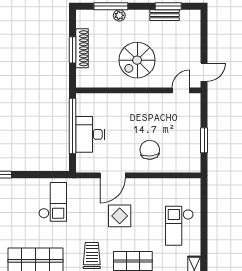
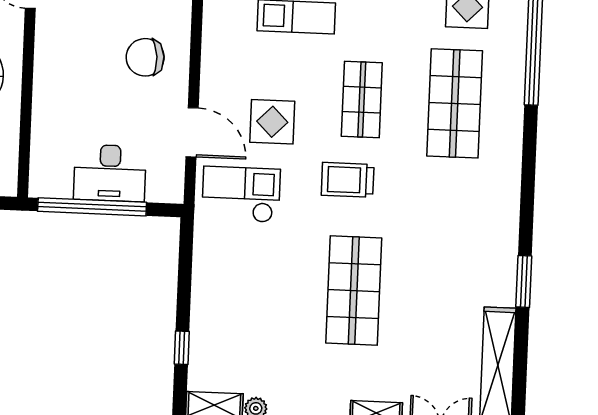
checkout: (53, 202) -> (241, 194), moved

